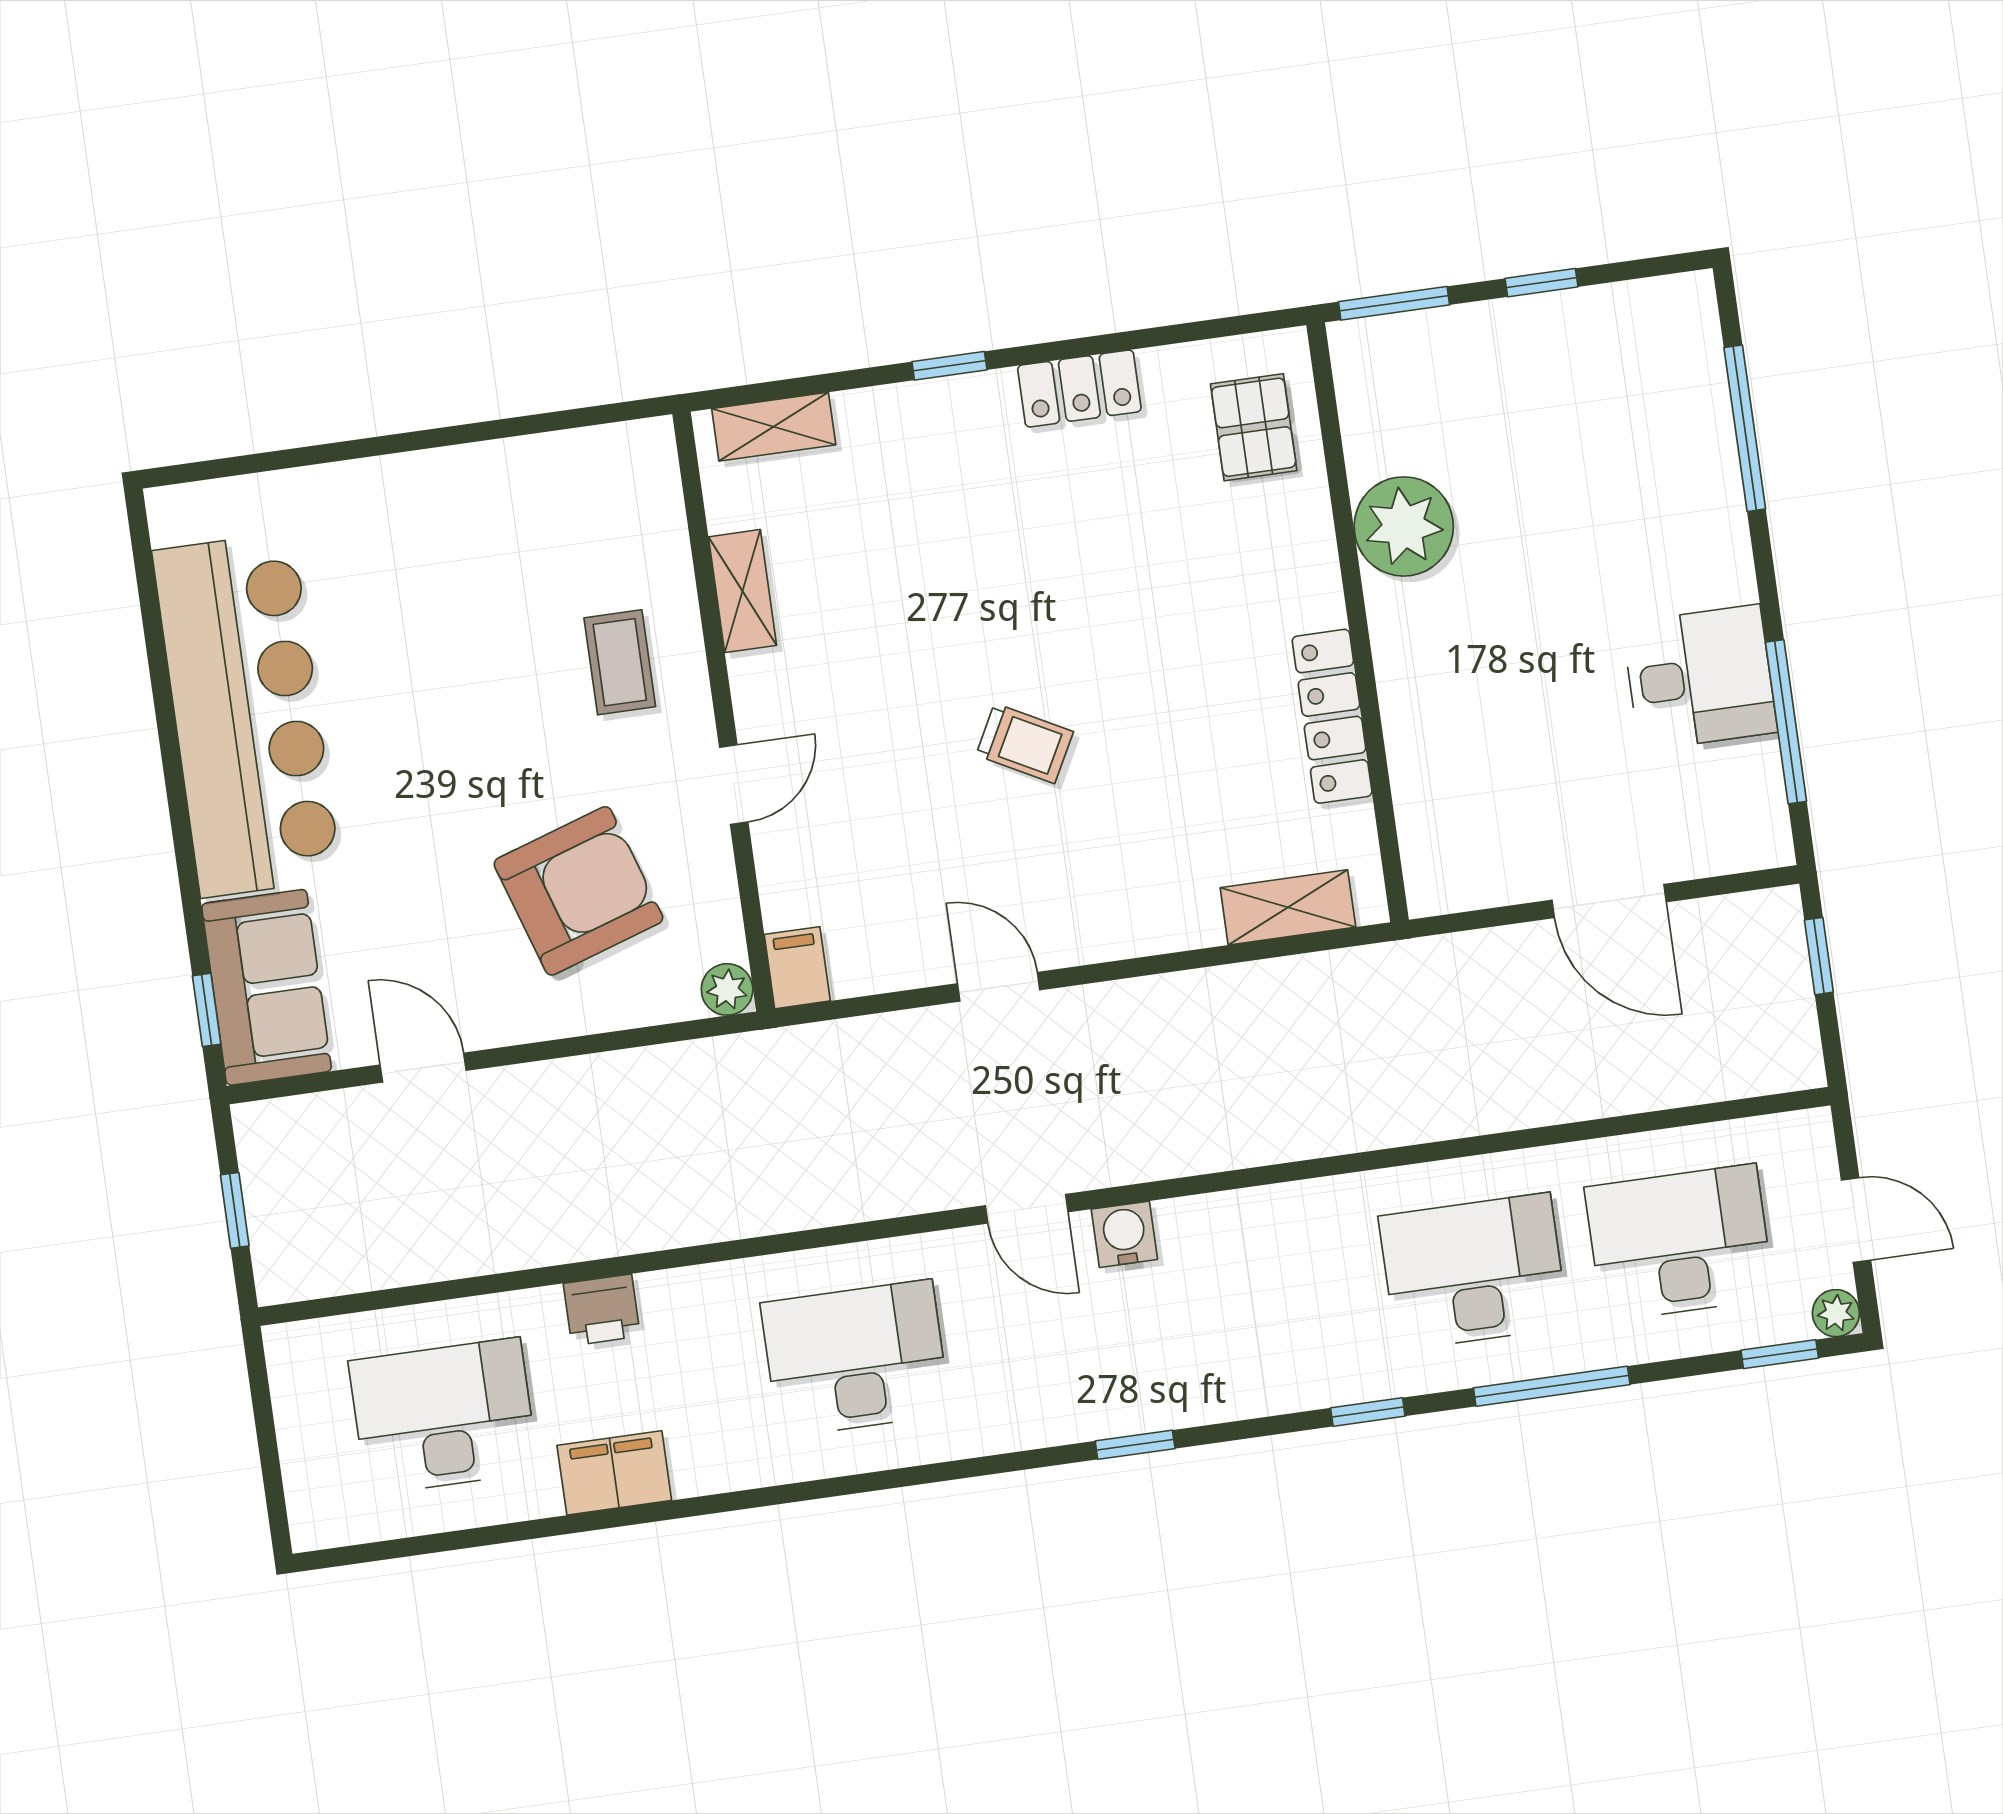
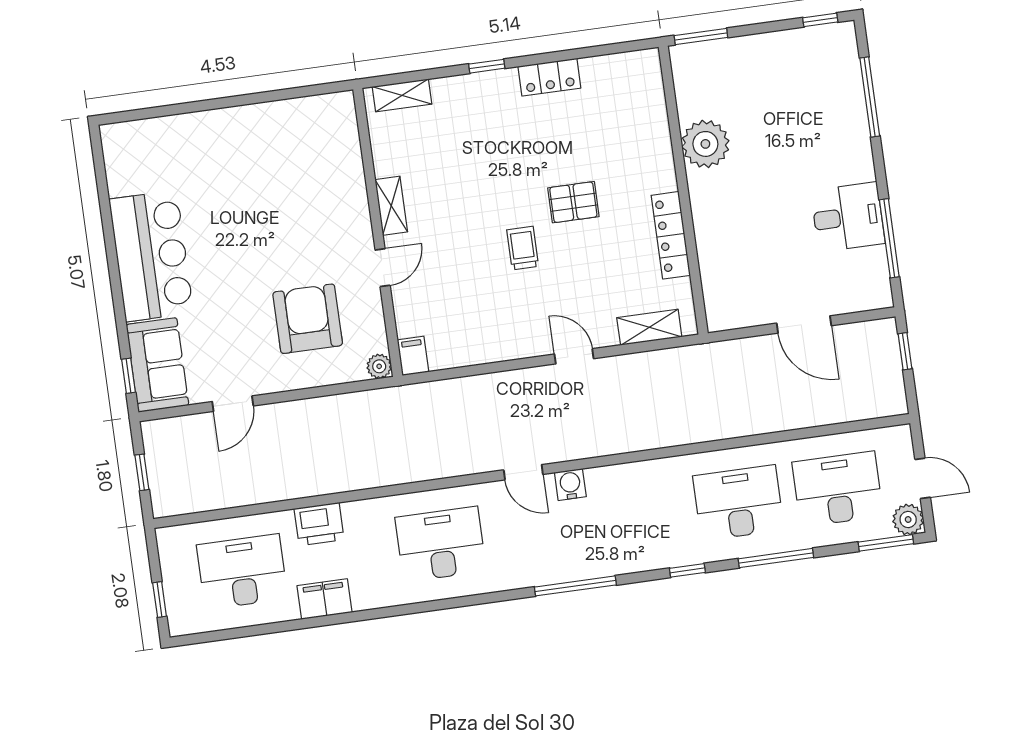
window: (1542, 283) -> (820, 20), moved
pallet: (1254, 427) -> (573, 202), moved, turned 90
shelving: (743, 591) -> (391, 206), moved
coffee table: (620, 662) -> (328, 209), removed
bar counter: (247, 715) -> (151, 256), width x0.73
trolley: (1025, 743) -> (523, 248), turned -118
armchair: (578, 891) -> (308, 319), turned -72
door: (999, 987) -> (574, 356), moved
door: (423, 1068) -> (233, 404), swing flipped
printer: (602, 1310) -> (319, 524), width x1.36, depth x1.24
plant: (1836, 1313) -> (908, 519), width x1.38, depth x1.38
window: (1780, 1354) -> (886, 543), width x1.50
window: (1135, 1445) -> (575, 586), width x2.17
window: (272, 1475) -> (160, 600), added

